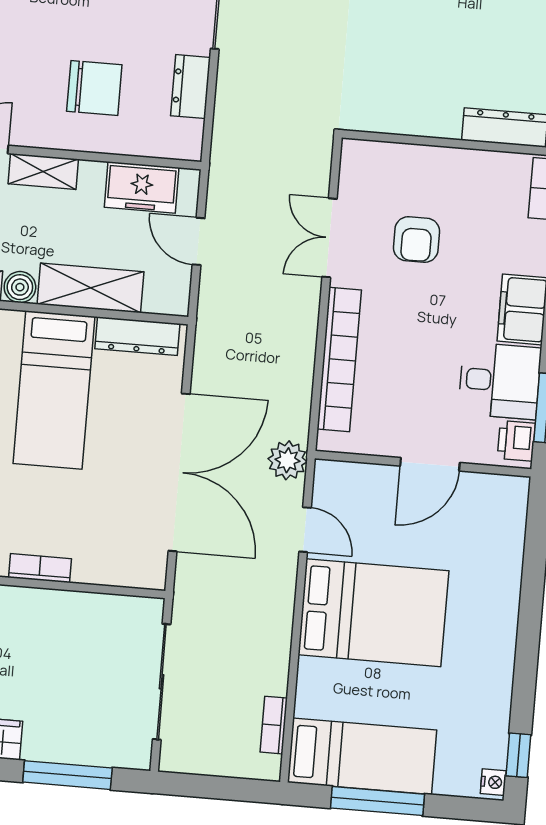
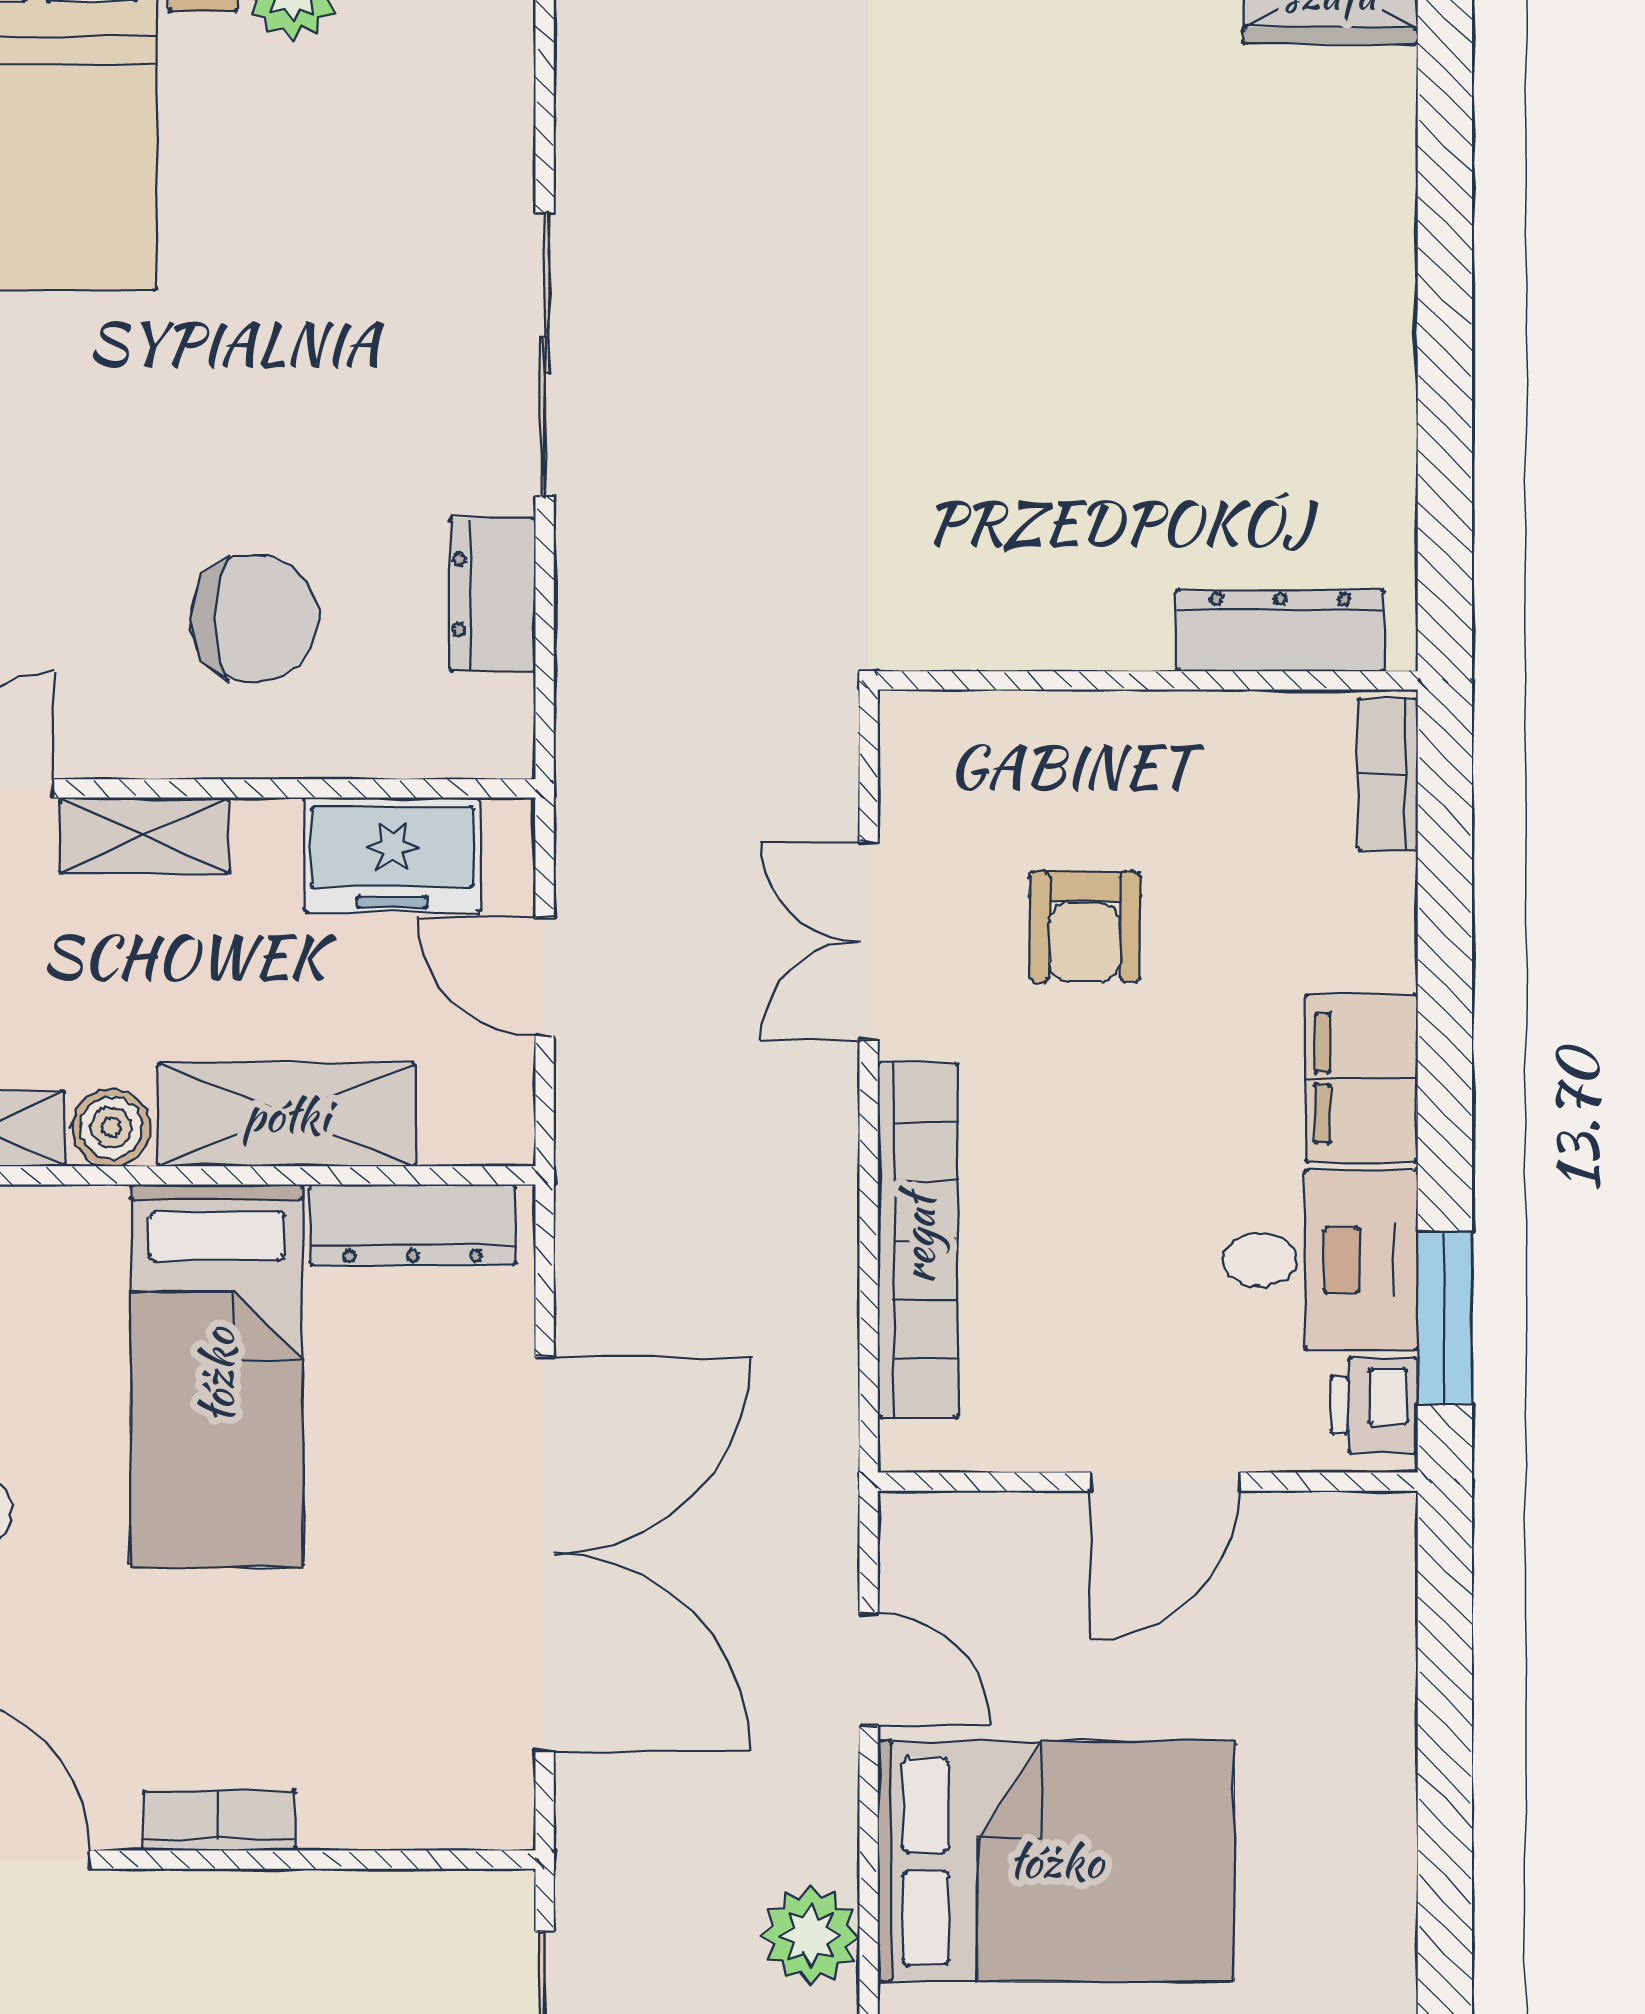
plant: (287, 460) -> (811, 1935), moved

